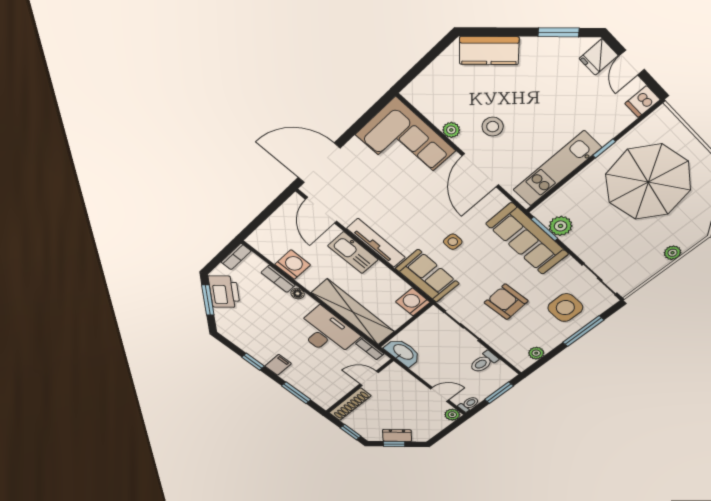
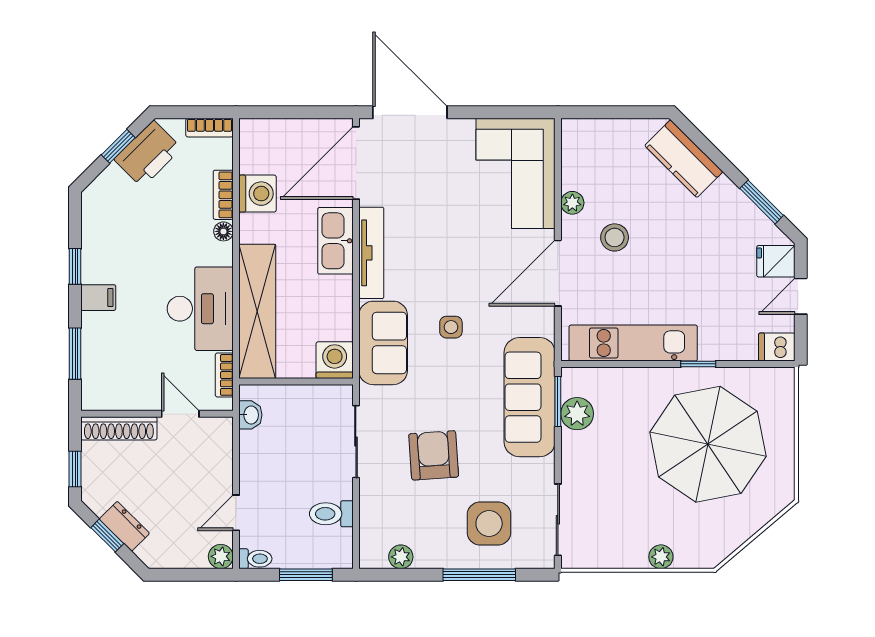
door: (321, 210) -> (356, 163), width x1.36
window: (208, 300) -> (118, 146), width x0.67
washbasin: (403, 352) -> (250, 415), width x0.52, depth x0.69
door: (439, 394) -> (236, 513), swing flipped

